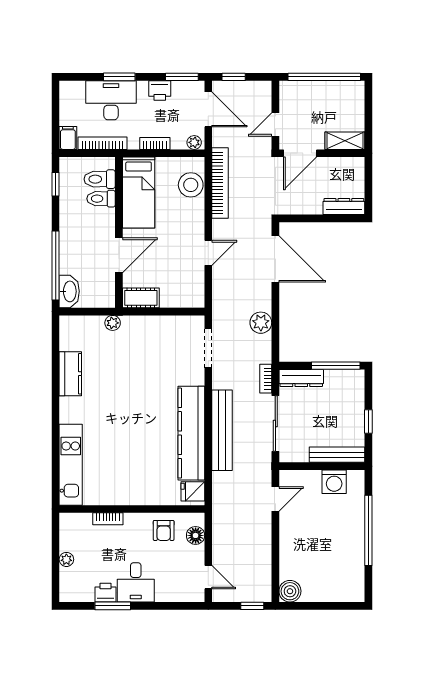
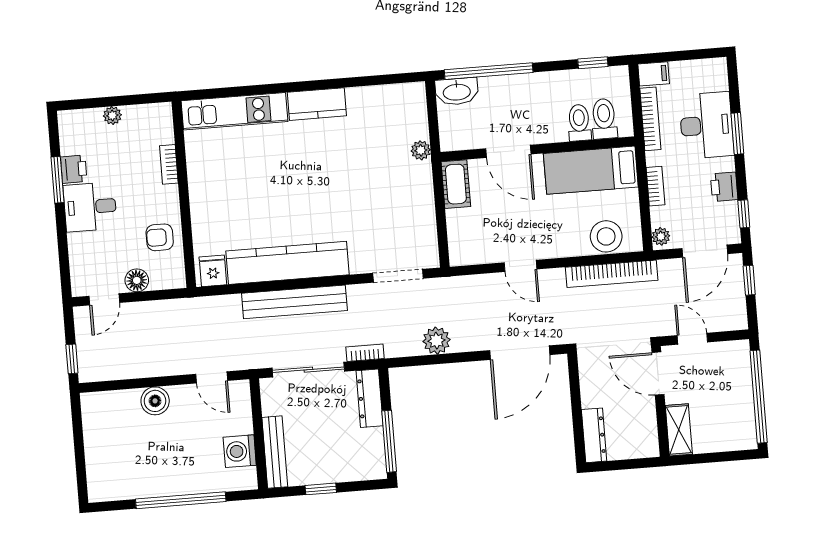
window: (182, 77) -> (744, 214), width x0.67
kitchen counter: (70, 374) -> (317, 104), moved
floor lamp: (196, 535) -> (137, 280), moved
boiler: (290, 591) -> (155, 401), moved

